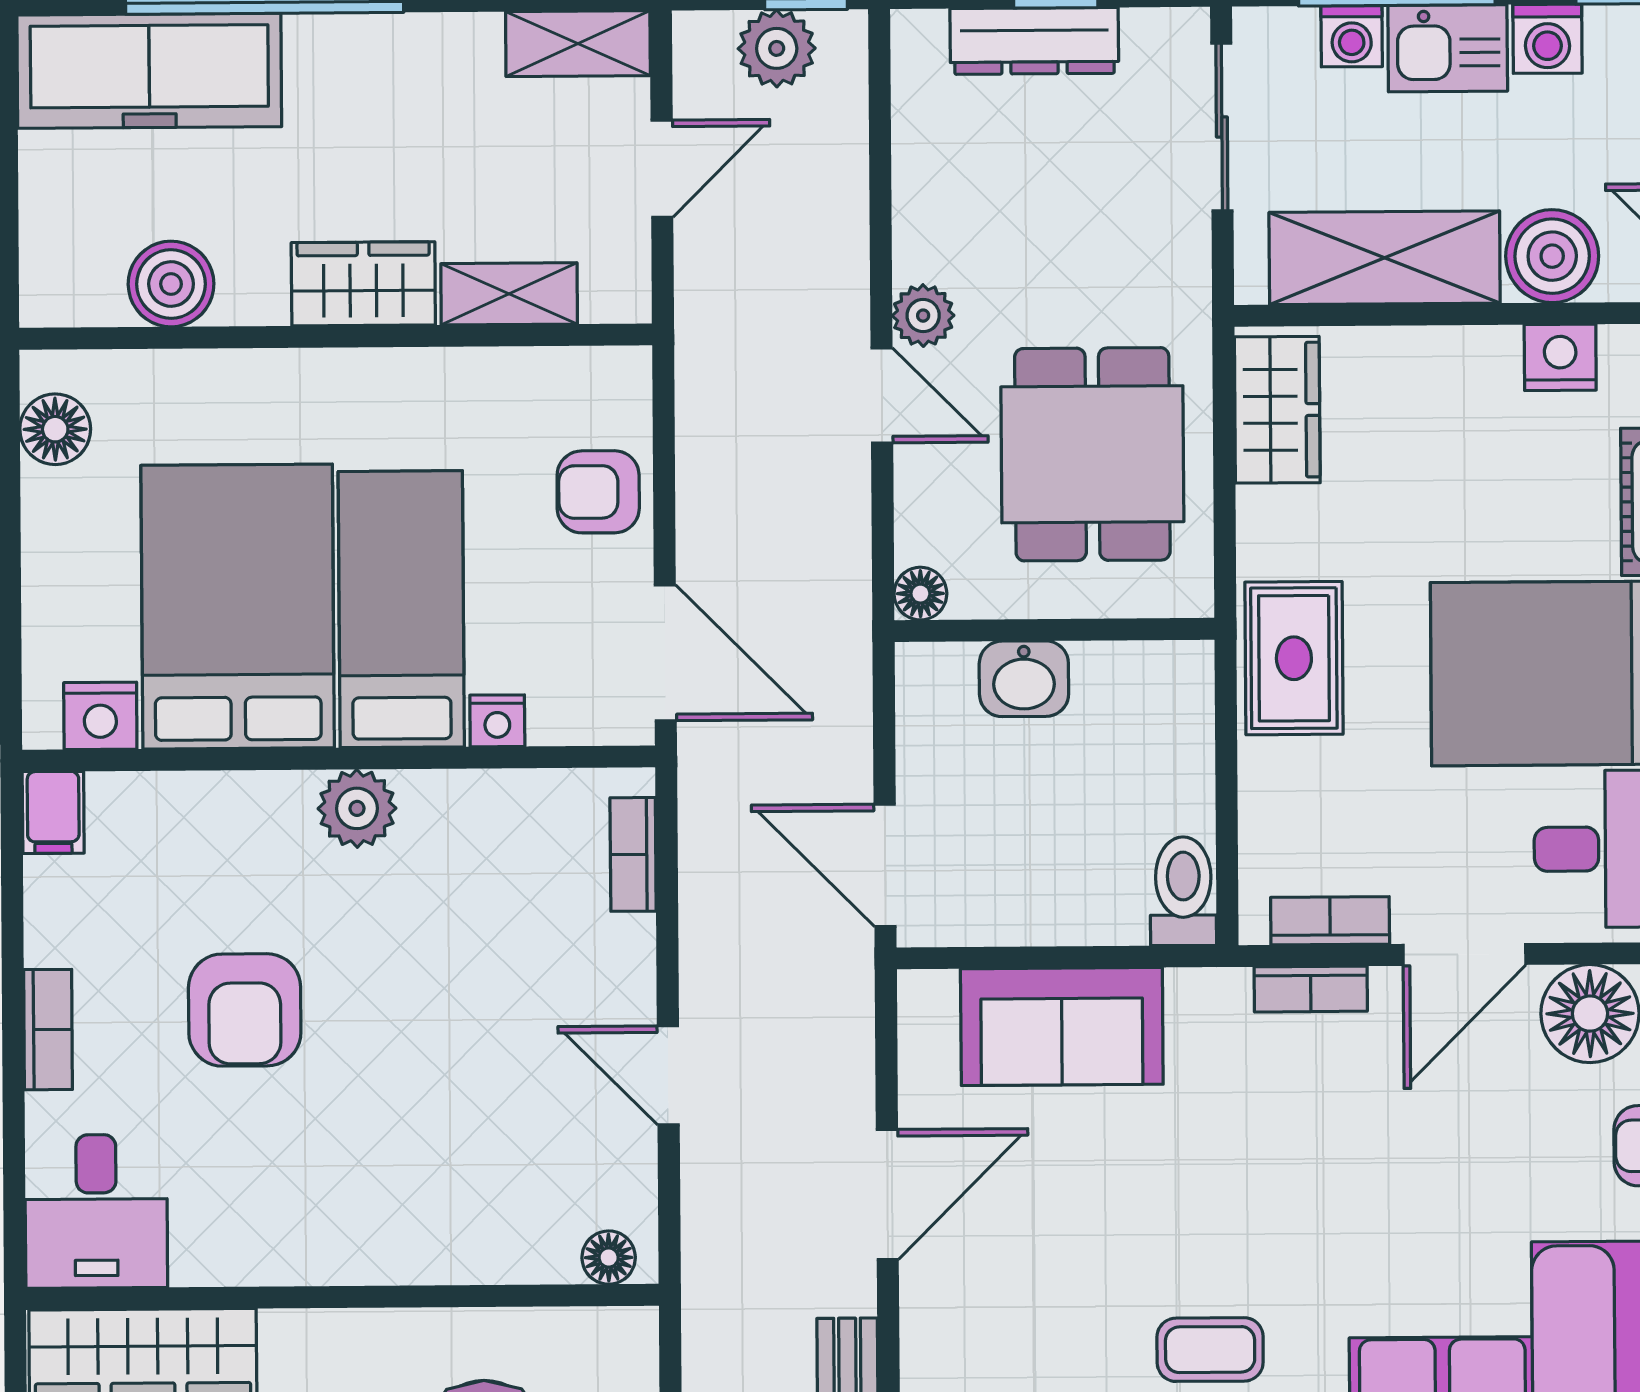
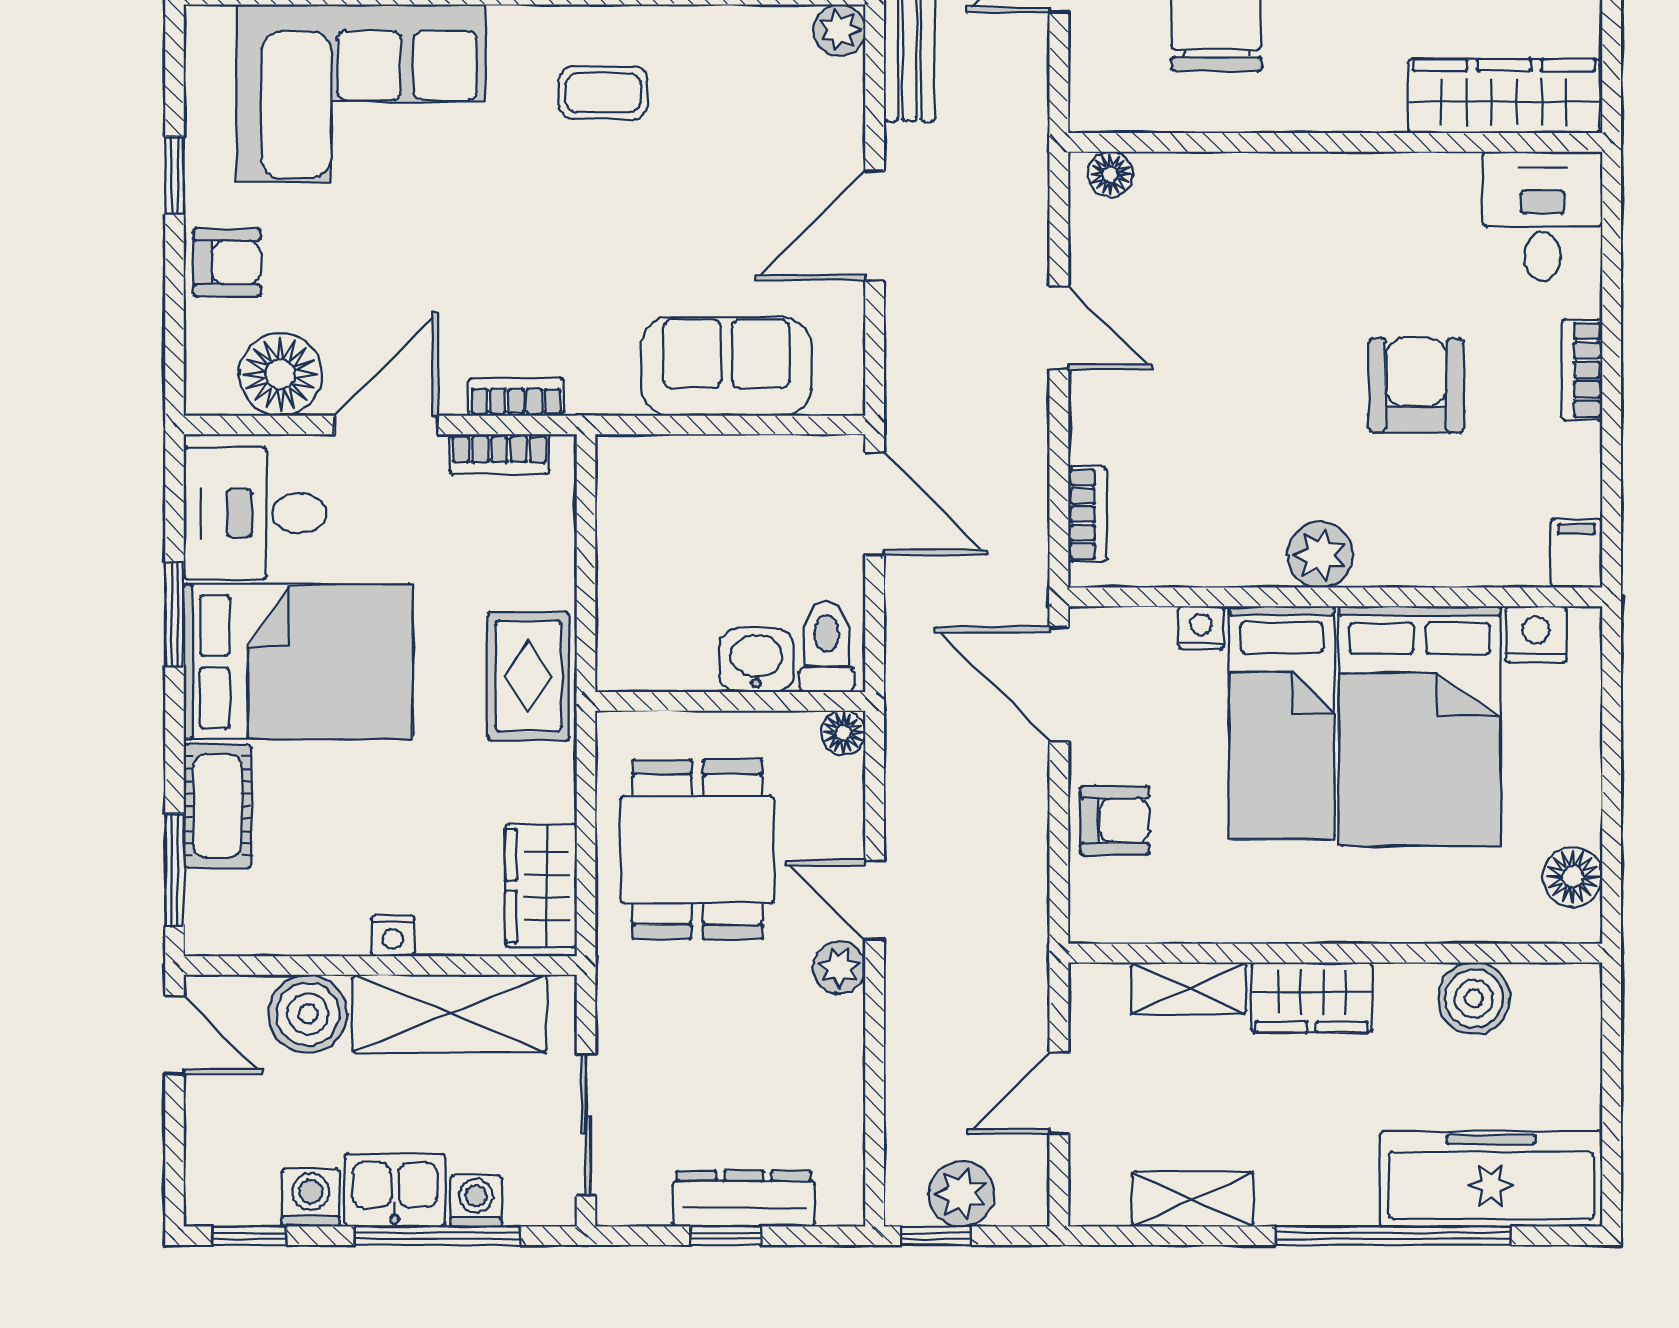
shelving: (578, 44) -> (1192, 1199), moved
nightstand: (1560, 357) -> (393, 936), moved, width x0.72, depth x0.74
toilet: (1183, 891) -> (827, 646), moved, turned 180

